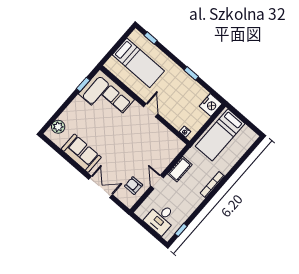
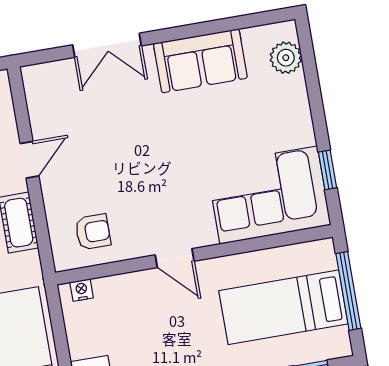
window: (116, 46) -> (348, 291), added
door: (157, 182) -> (29, 160), hinge flipped
armchair: (134, 186) -> (93, 232), moved

